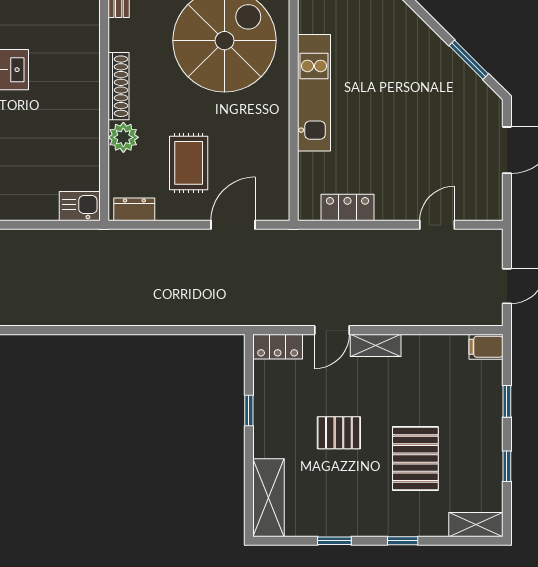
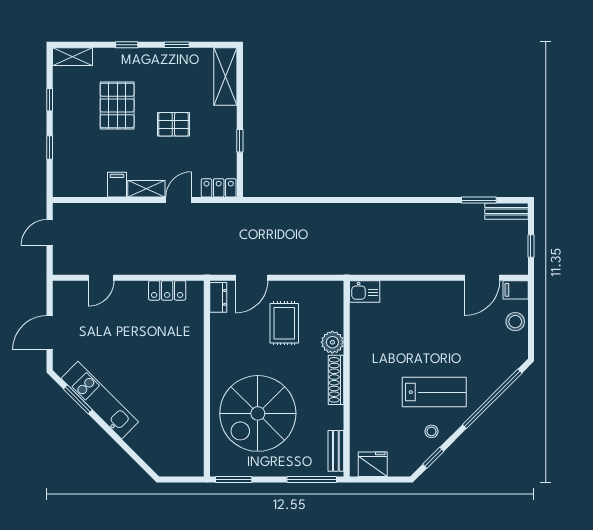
kitchen unit: (314, 93) -> (100, 400), moved, turned 135
dresser: (134, 209) -> (218, 297), moved, turned -90
filing cabinet: (486, 347) -> (117, 185), moved, turned -90

